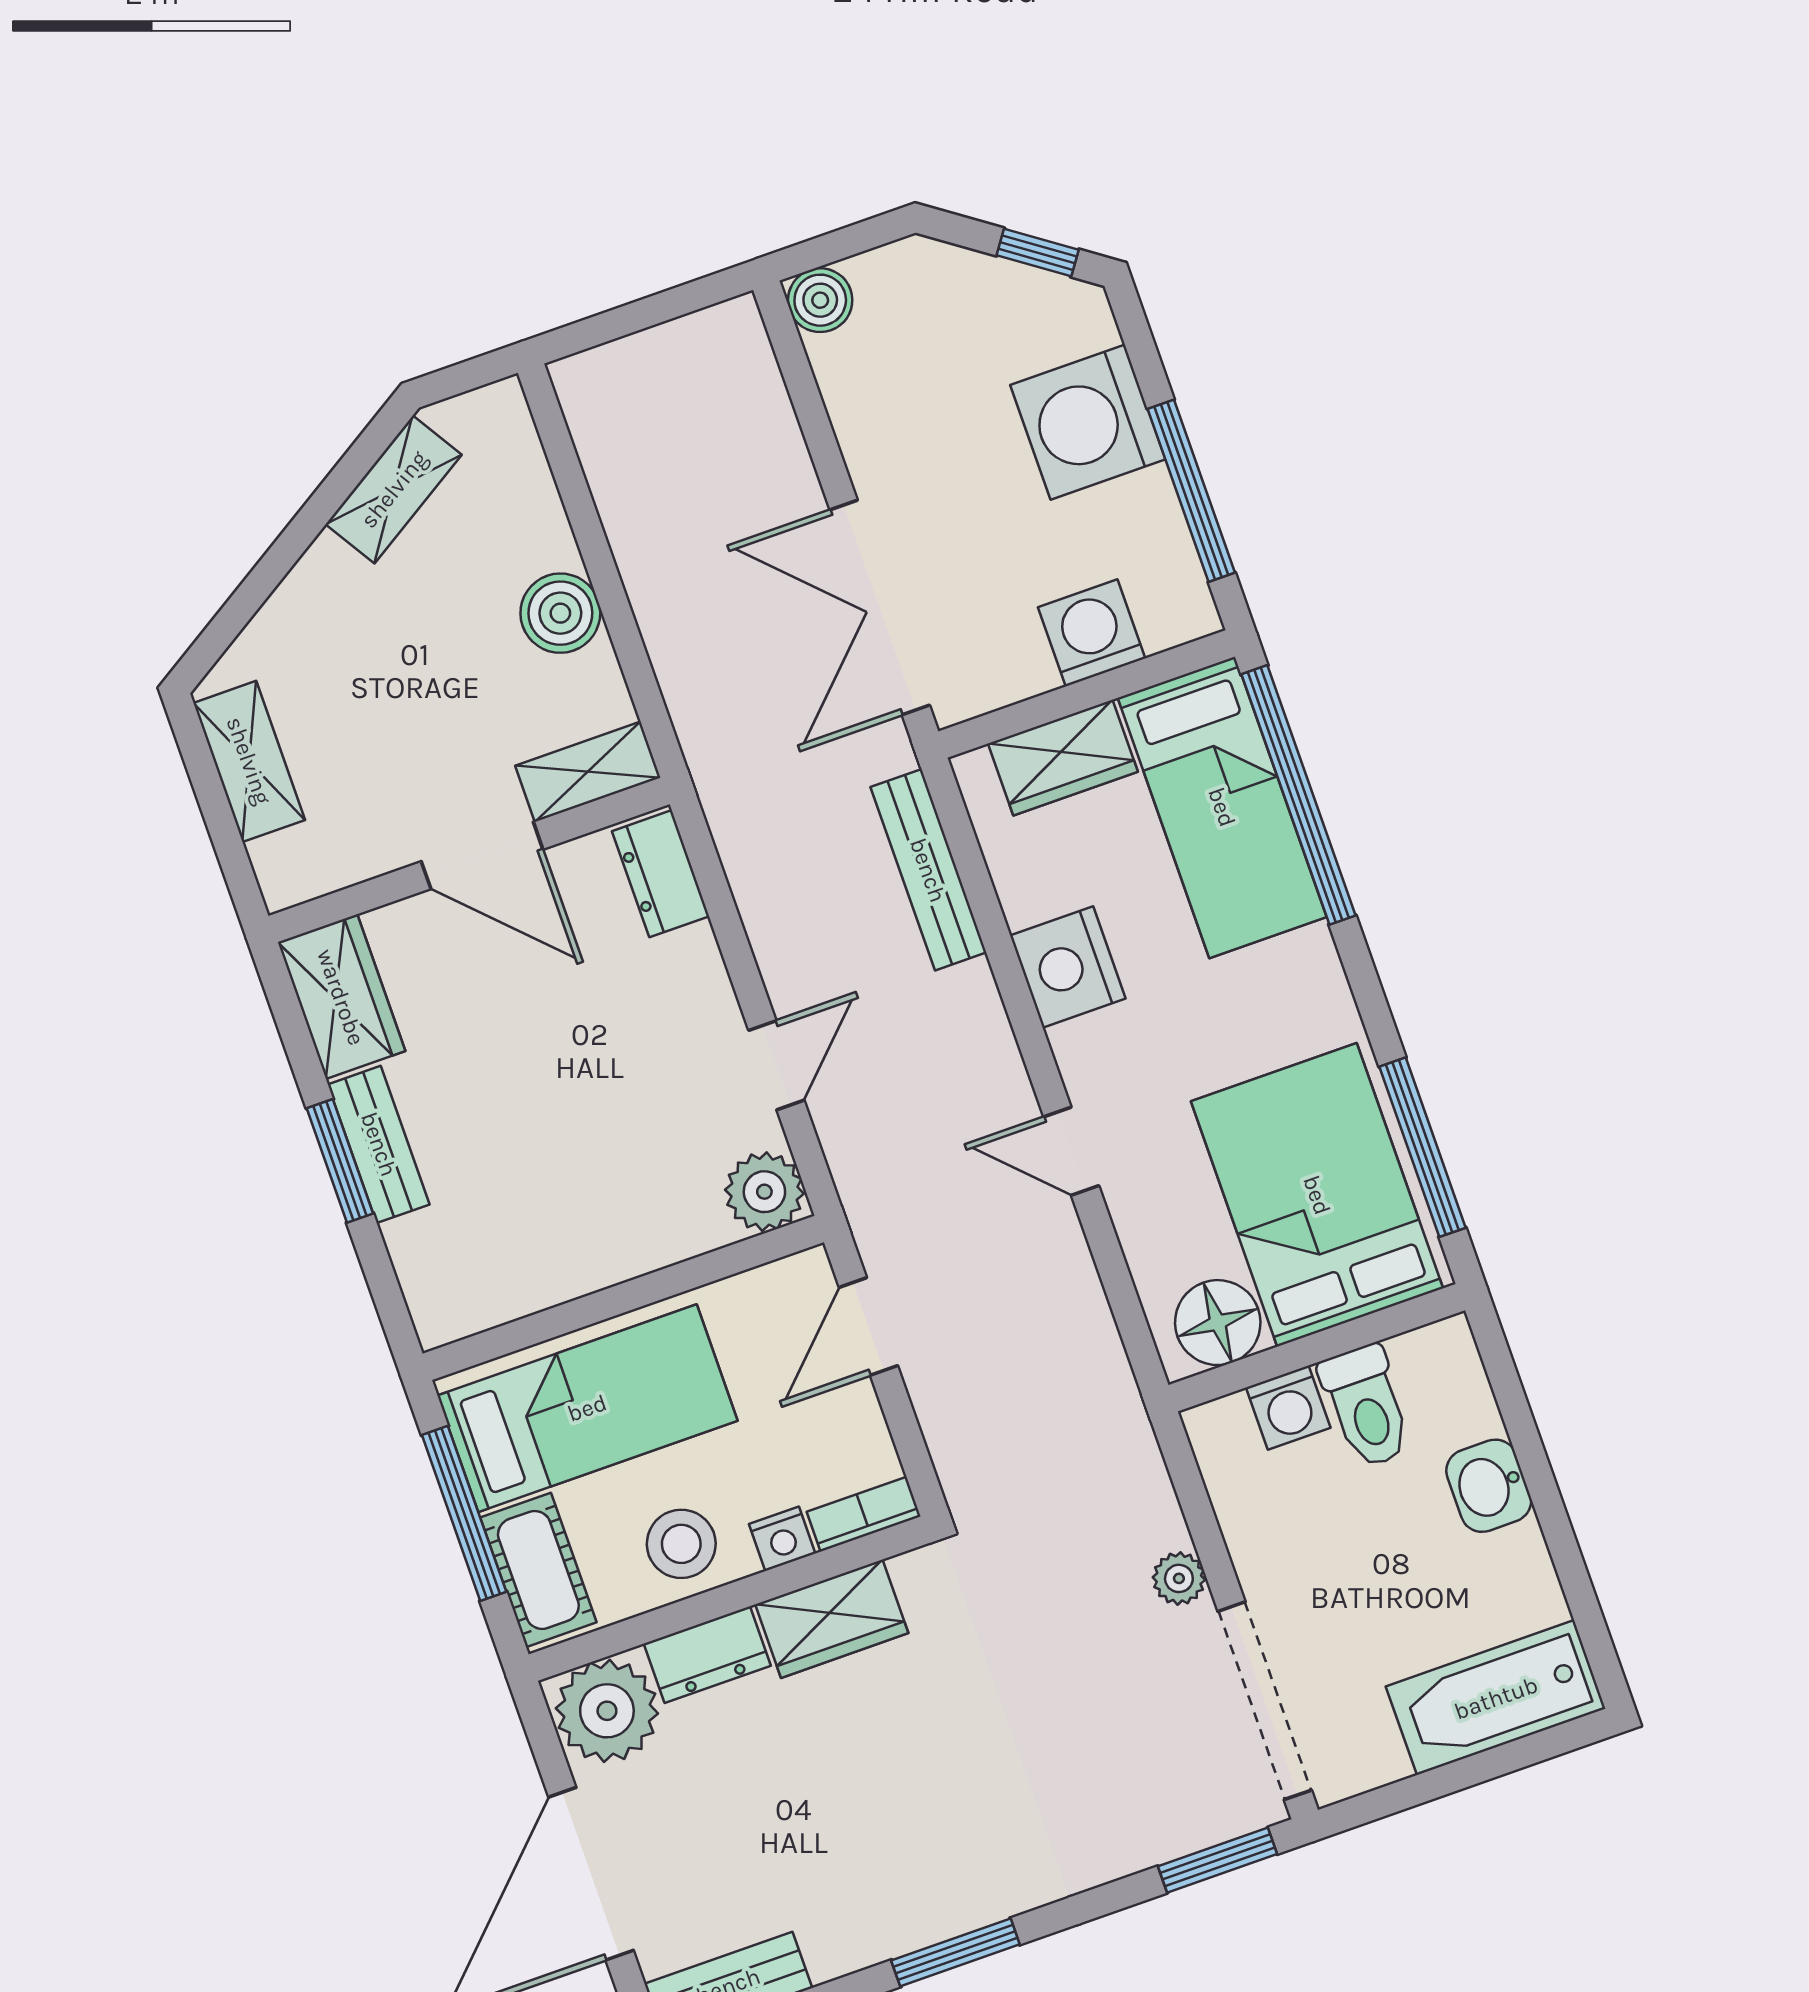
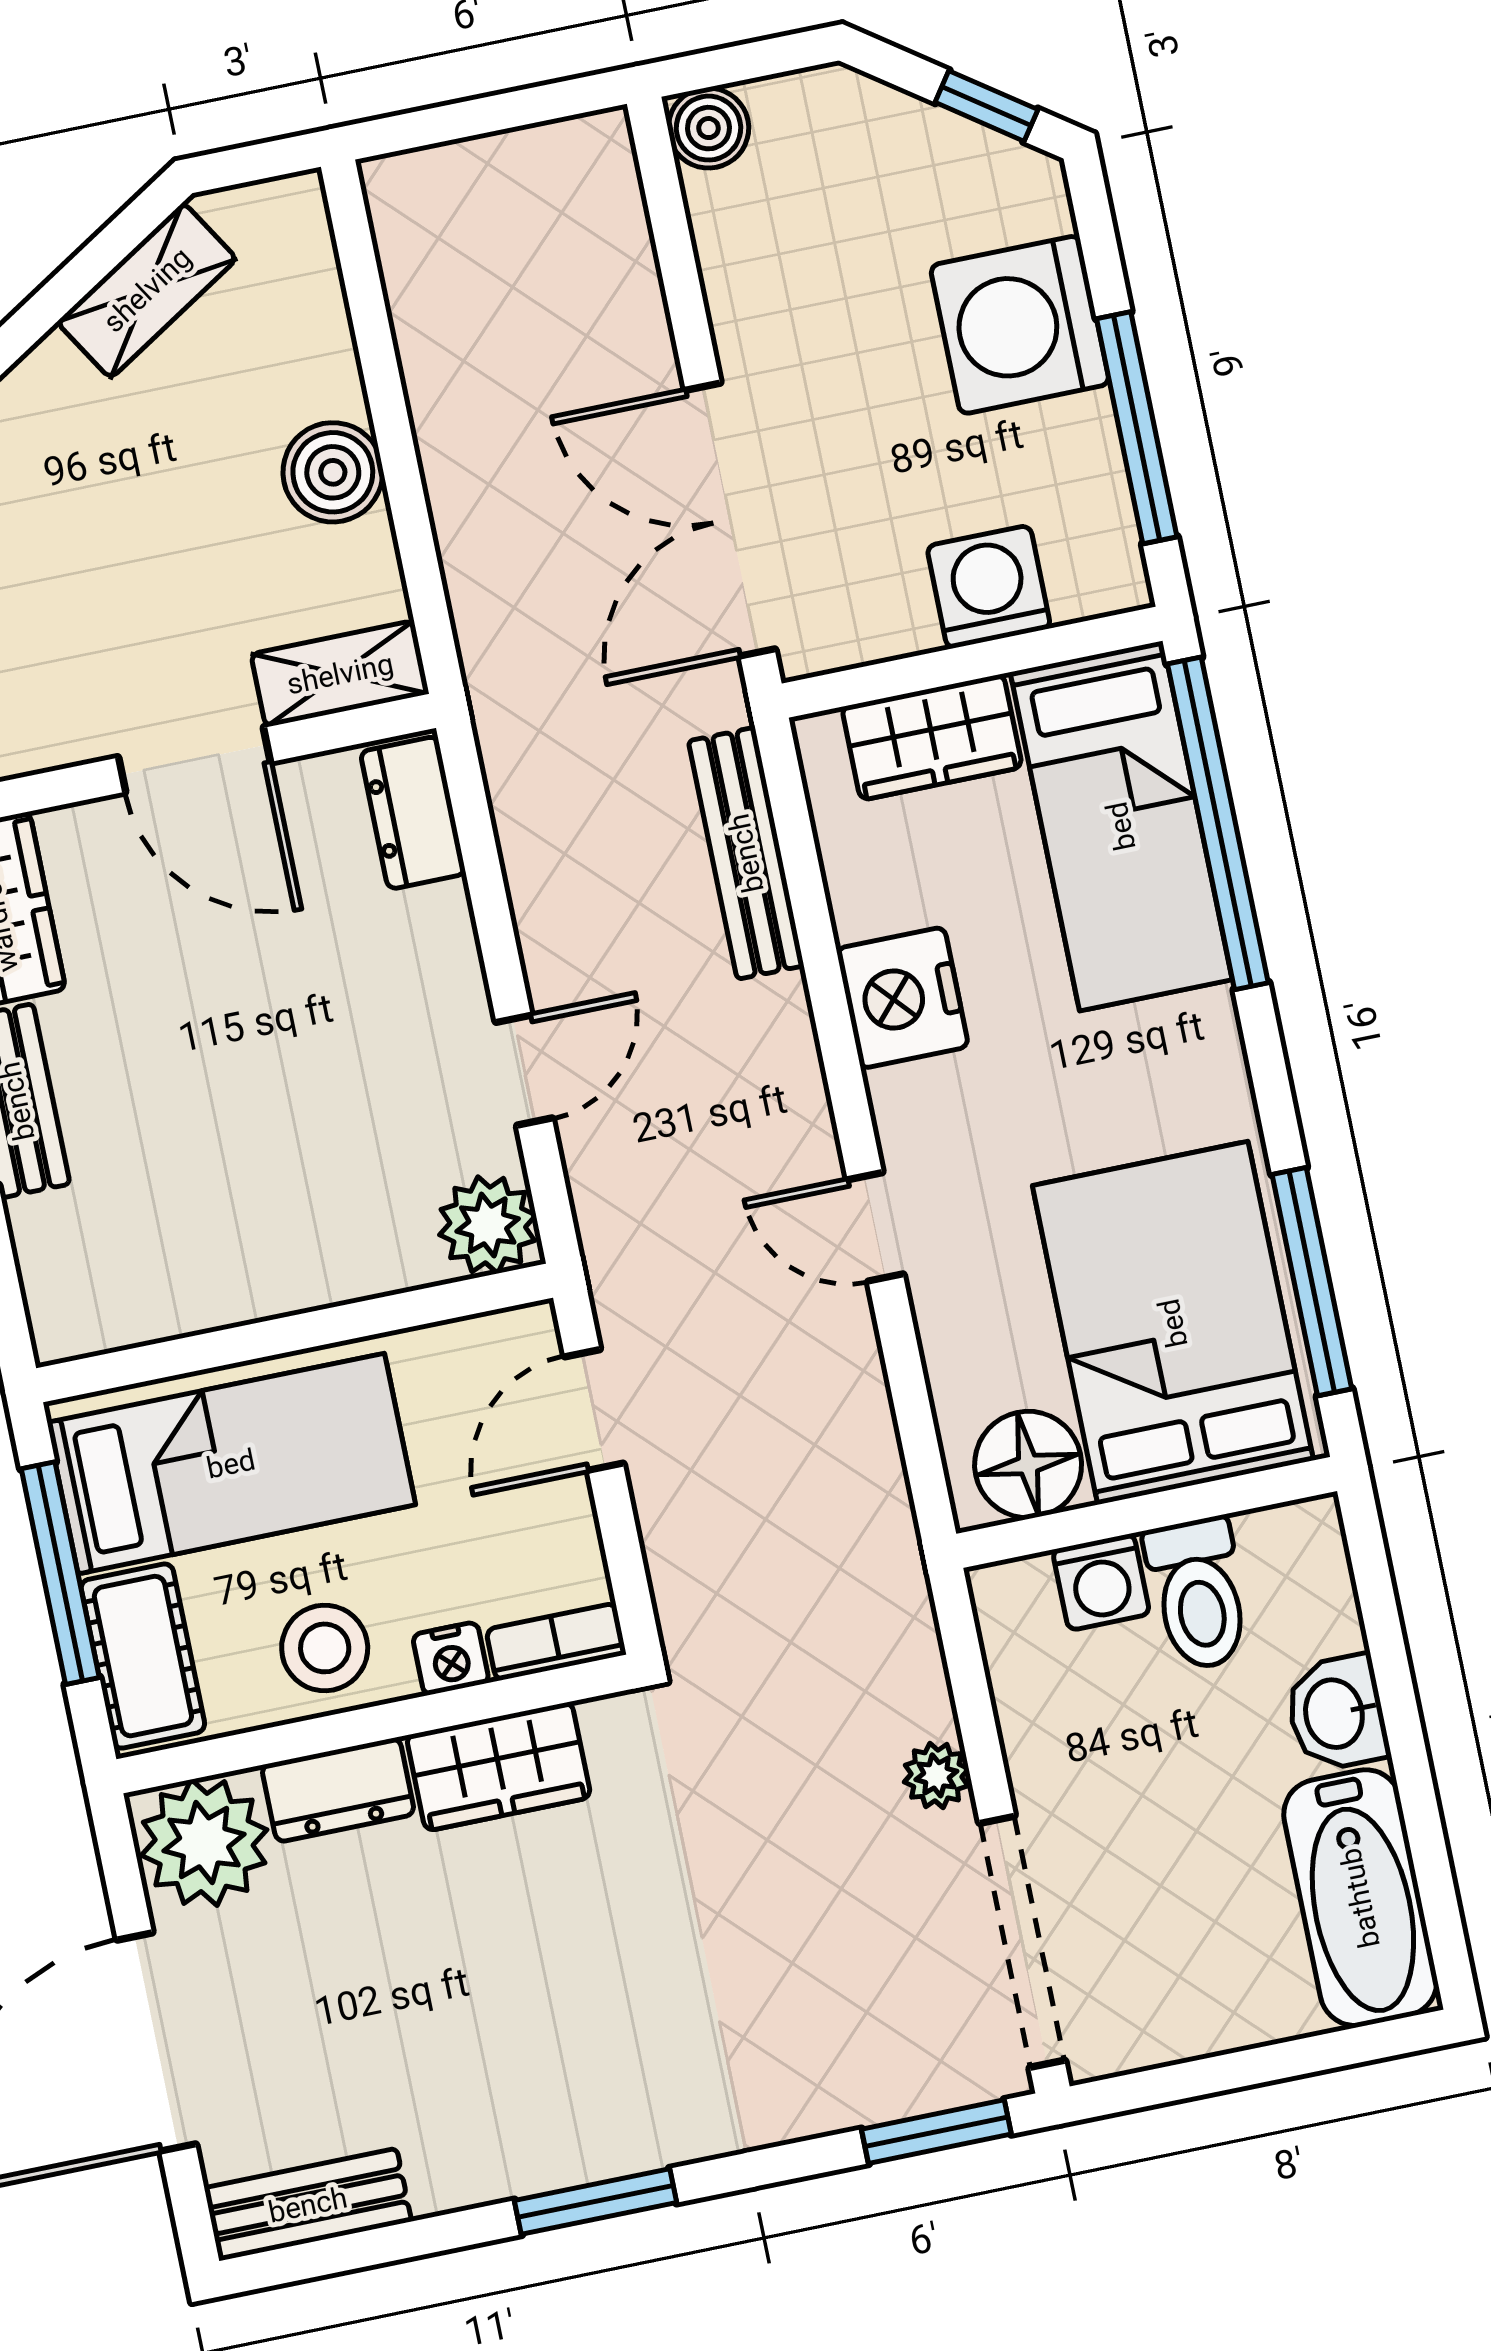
bathtub: (1496, 1698) -> (1360, 1898), moved, turned -90

